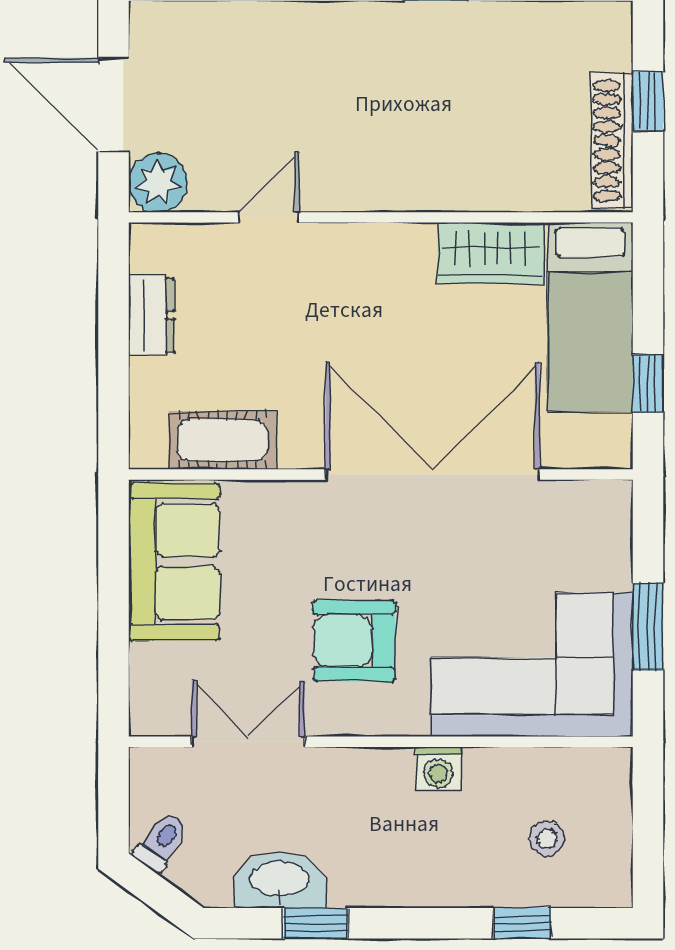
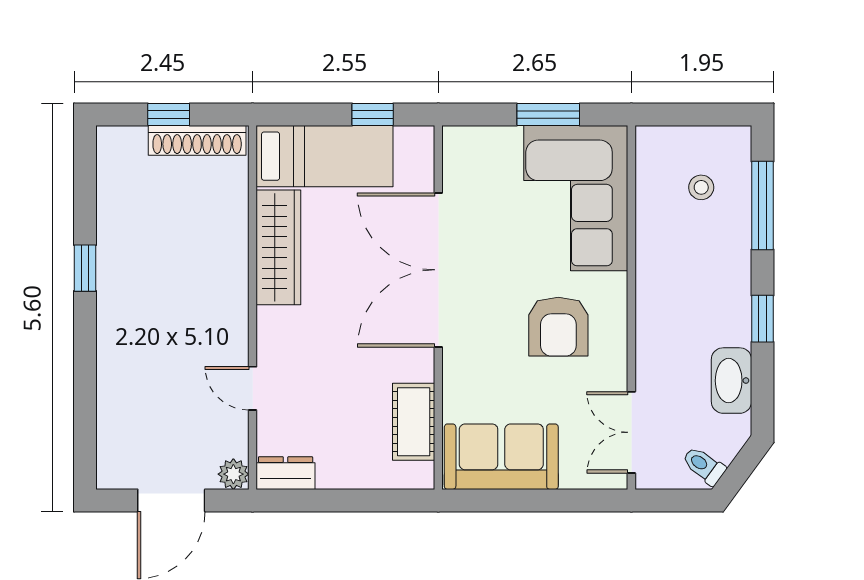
plant: (158, 183) -> (233, 474), width x0.73, depth x0.73
wardrobe: (490, 253) -> (278, 247), width x1.50
dresser: (151, 315) -> (286, 473), moved
double door: (248, 742) -> (631, 432), moved
washing machine: (439, 769) -> (651, 266), removed
window: (316, 923) -> (762, 319), moved
window: (522, 923) -> (762, 206), width x2.17

